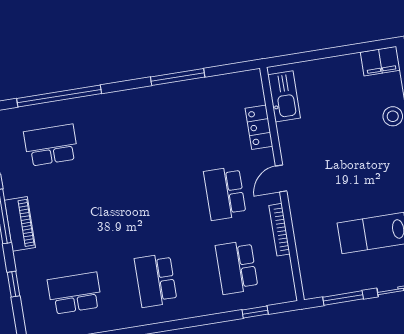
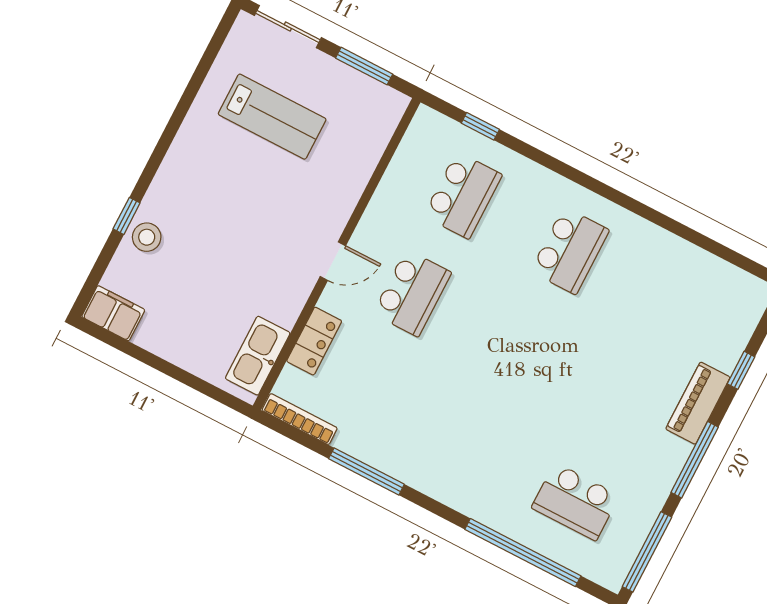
piano: (20, 224) -> (698, 403), moved
bookcase: (279, 230) -> (300, 419), moved, turned -90
school desk: (75, 293) -> (677, 306), removed

